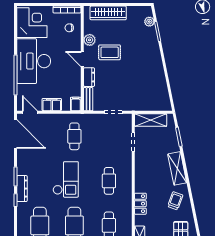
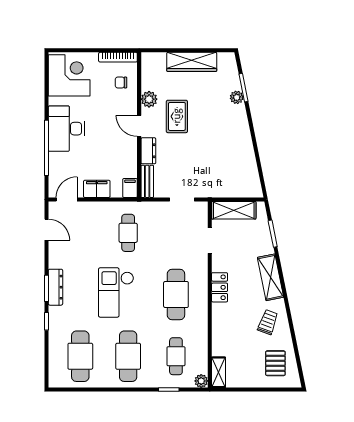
wardrobe: (108, 13) -> (192, 62), moved
plant: (149, 22) -> (237, 97), moved
rug: (110, 52) -> (177, 116), turned 90
desk: (34, 61) -> (66, 129), width x0.73, depth x0.77
door: (30, 112) -> (67, 200), hinge flipped
door: (15, 134) -> (46, 230), width x0.53
checkout: (66, 179) -> (116, 292), turned 180
cafe table: (109, 181) -> (176, 295), width x1.37, depth x1.35
dresser: (22, 189) -> (55, 287), moved
locker: (140, 204) -> (220, 287), moved

